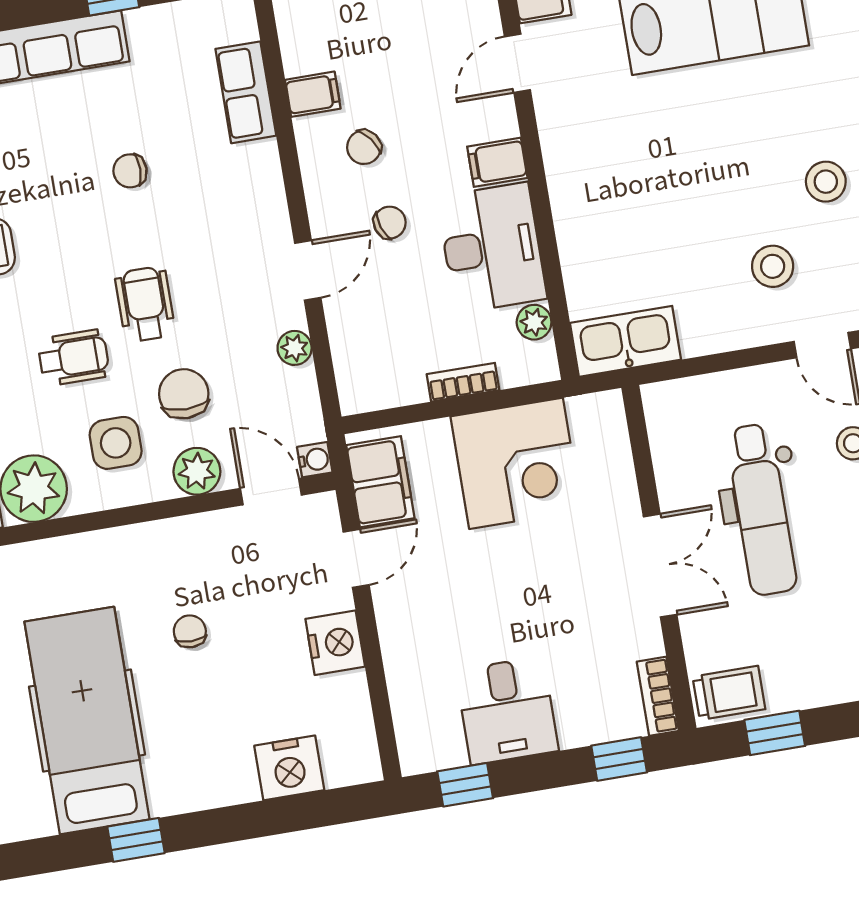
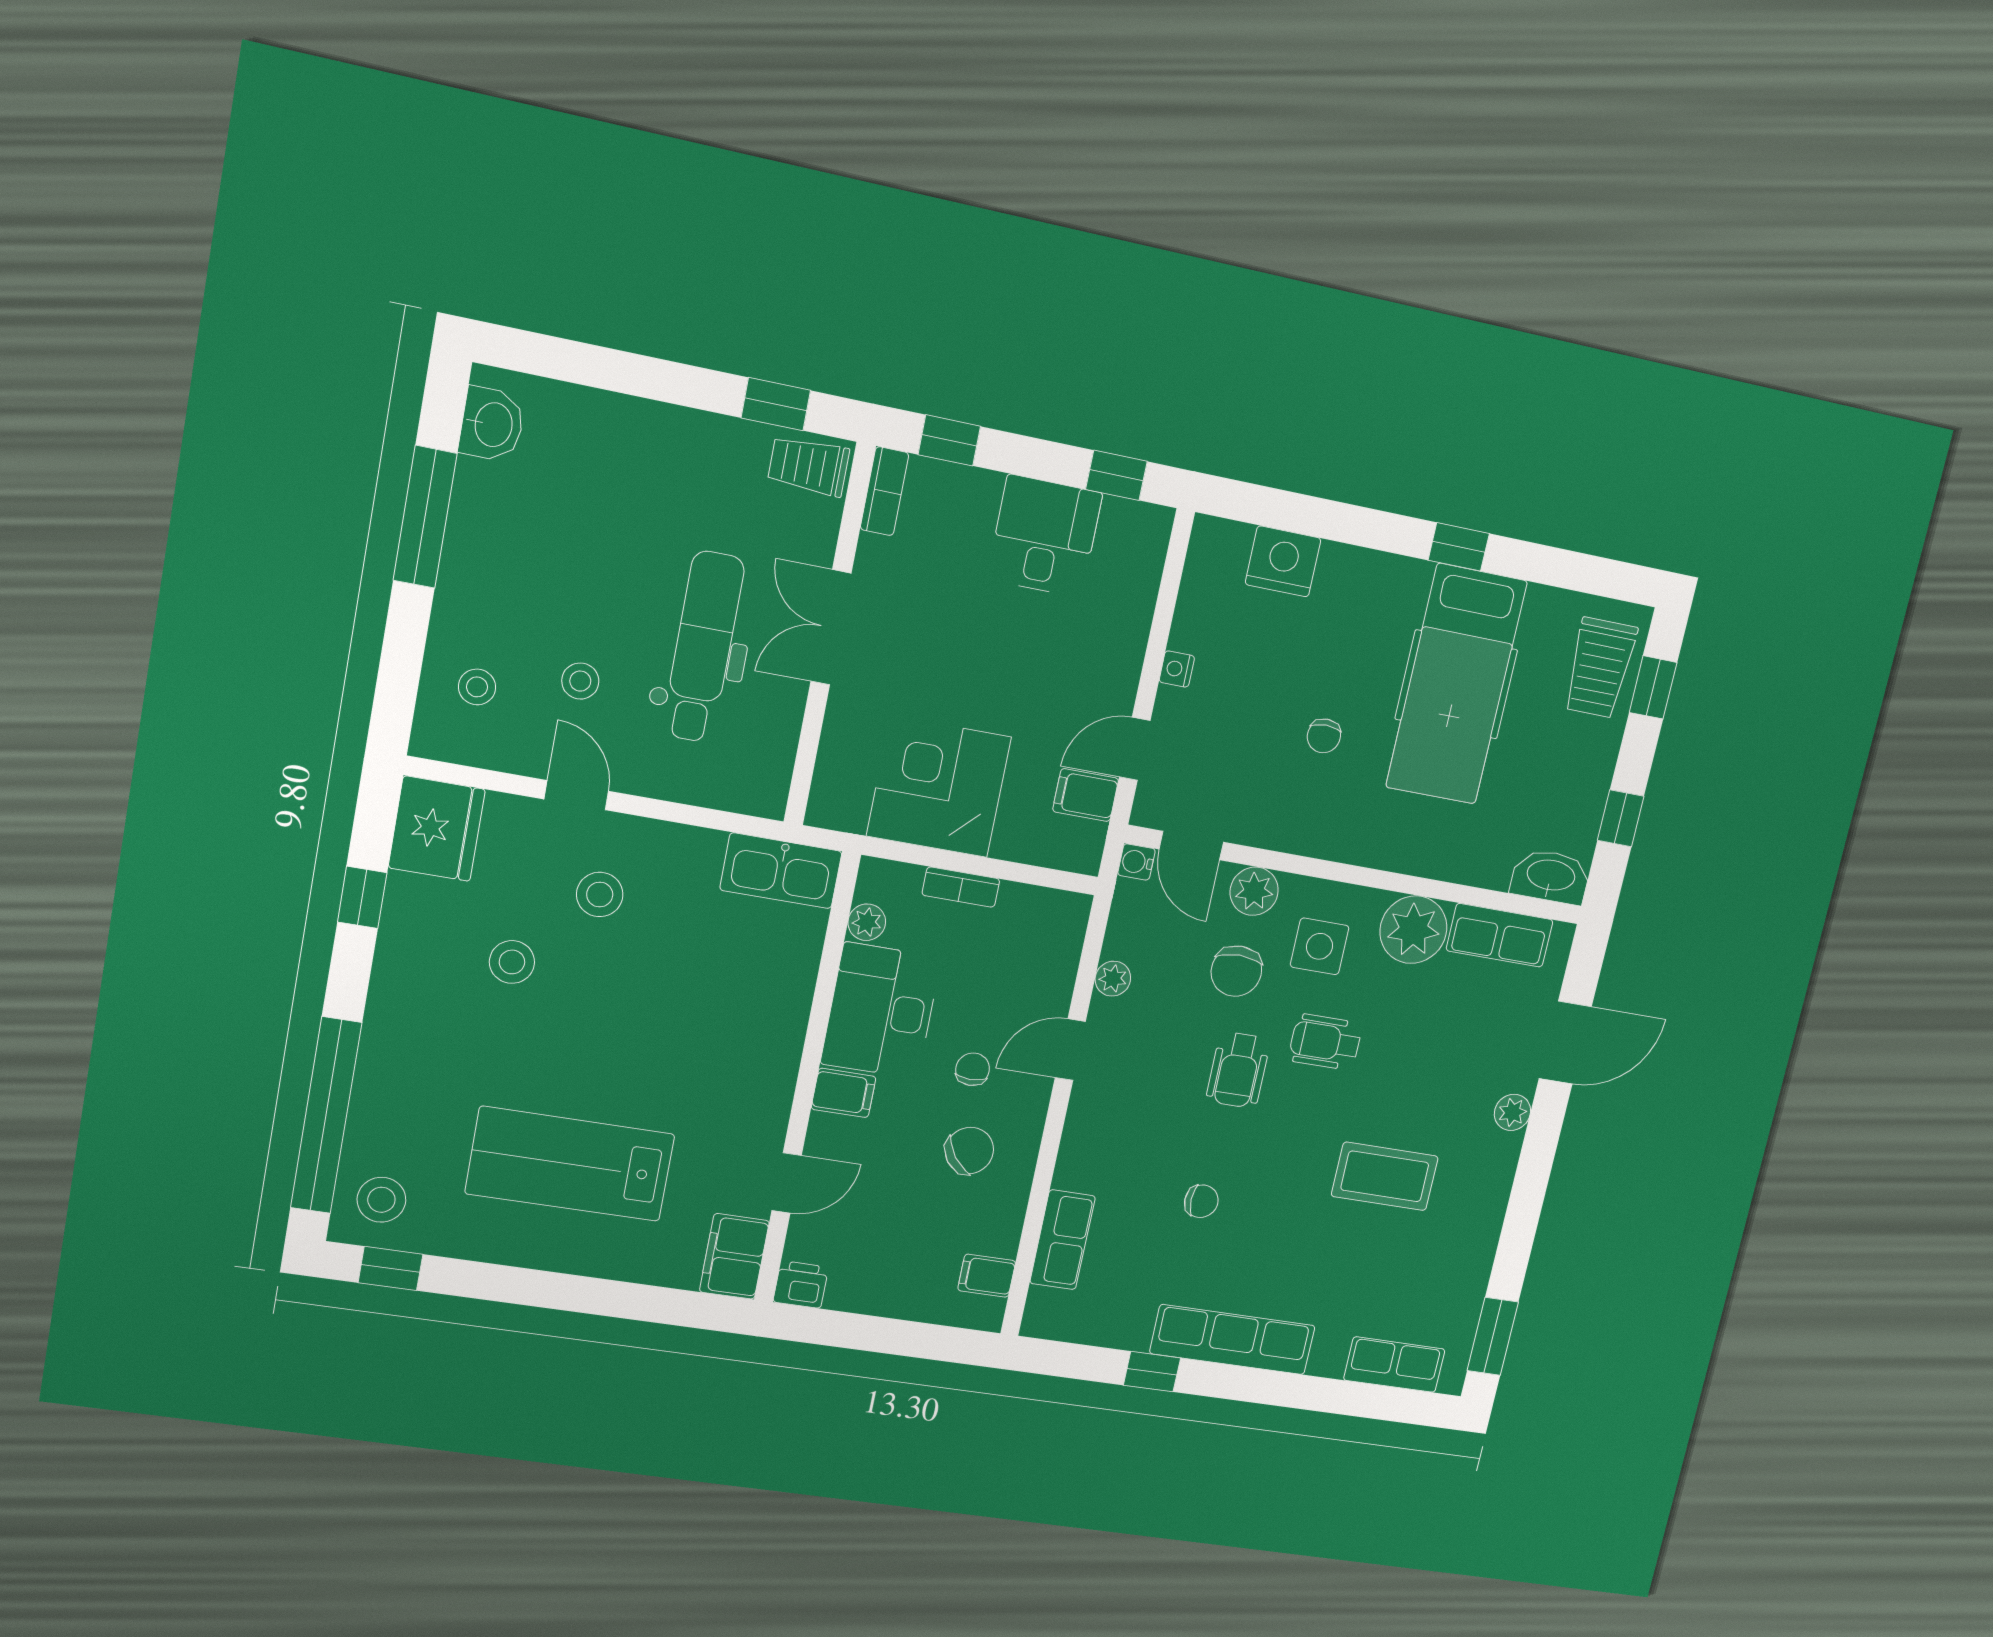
filing cabinet: (313, 94) -> (987, 1276), moved
chair: (364, 147) -> (969, 1151), width x1.37, depth x1.37
chair: (390, 223) -> (973, 1069), turned 108
filing cabinet: (380, 482) -> (1086, 795), width x0.50
nightstand: (335, 643) -> (1177, 669), width x0.53, depth x0.56

